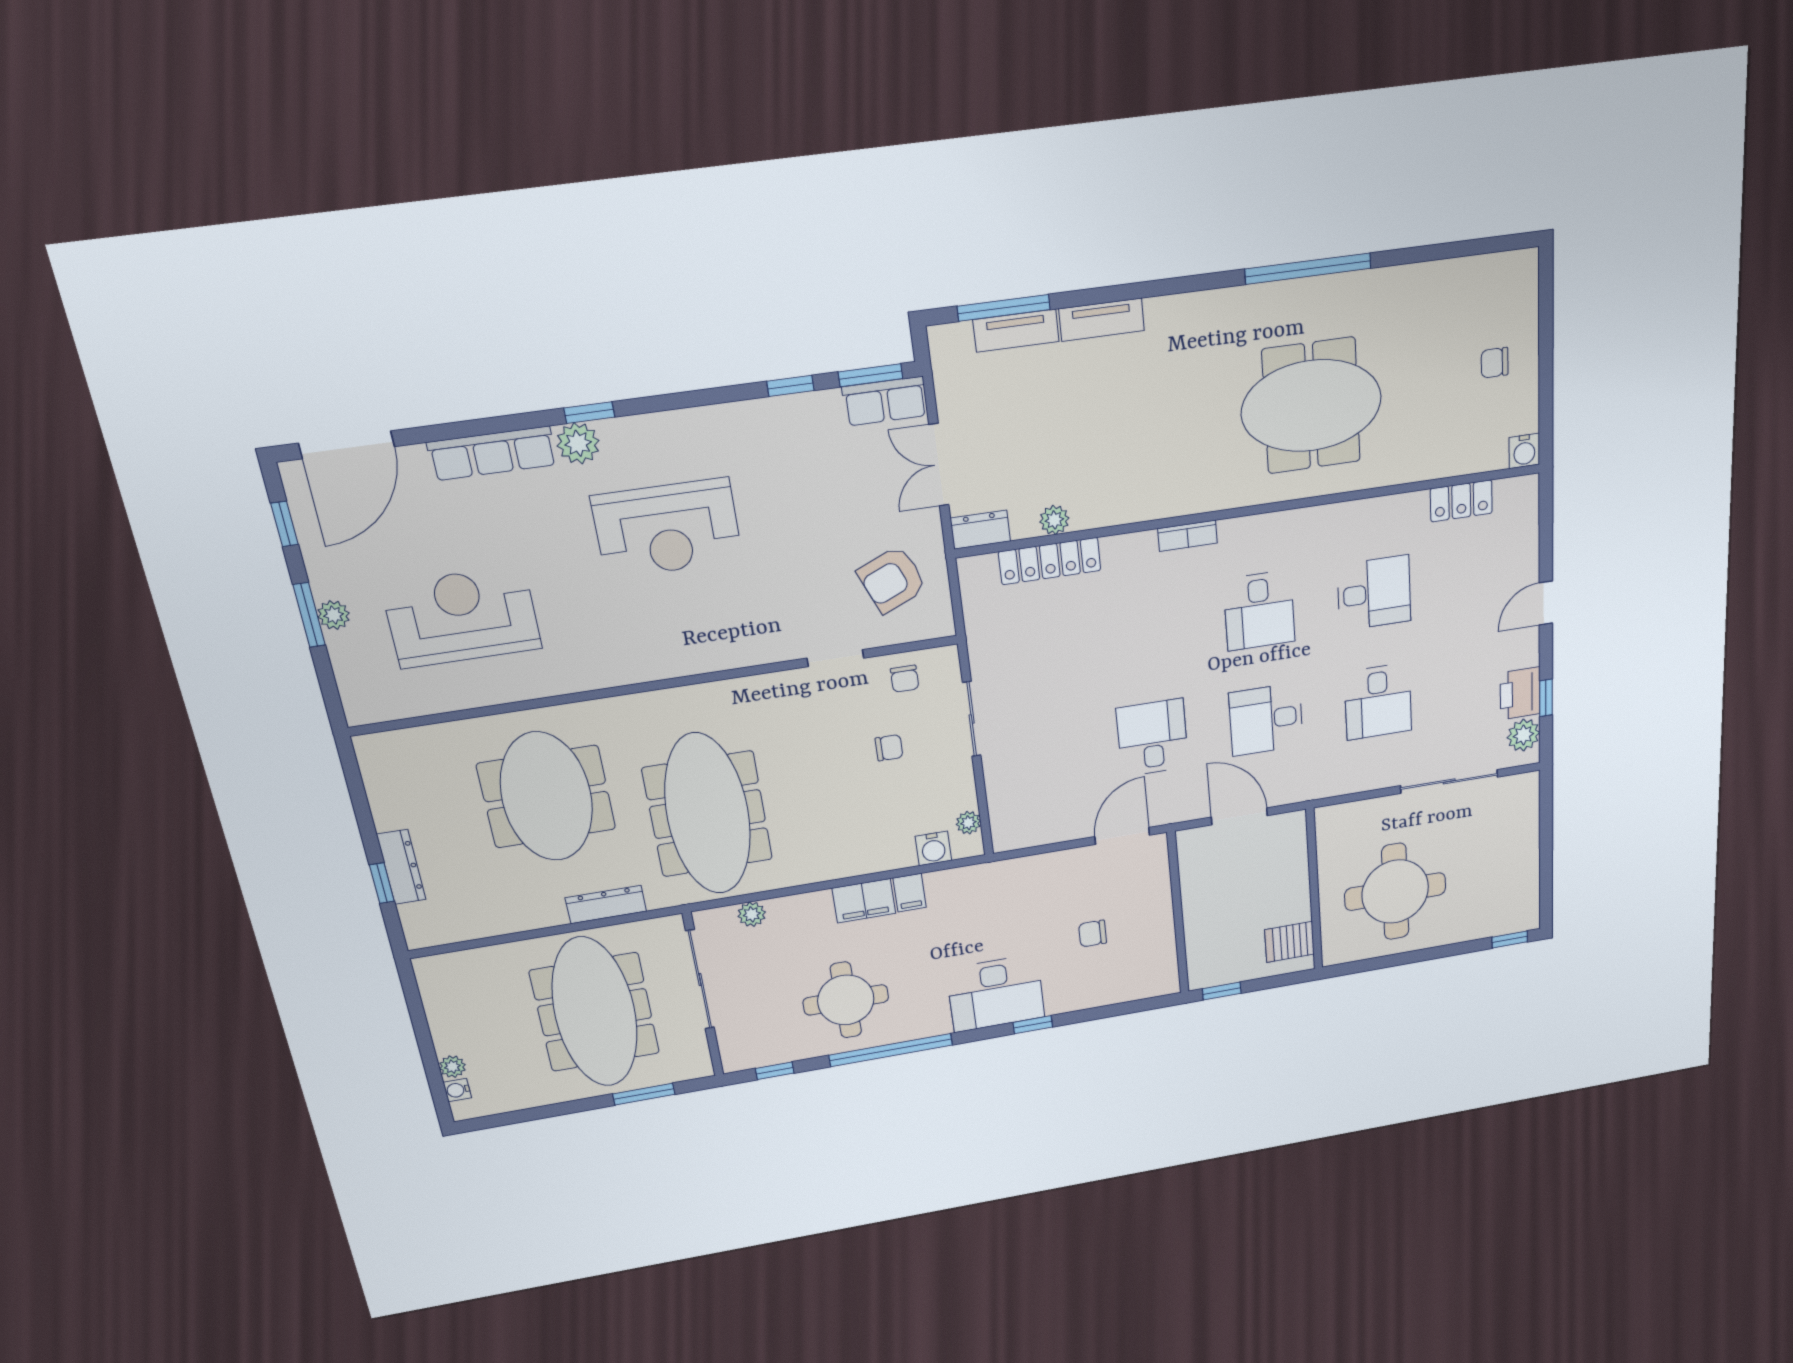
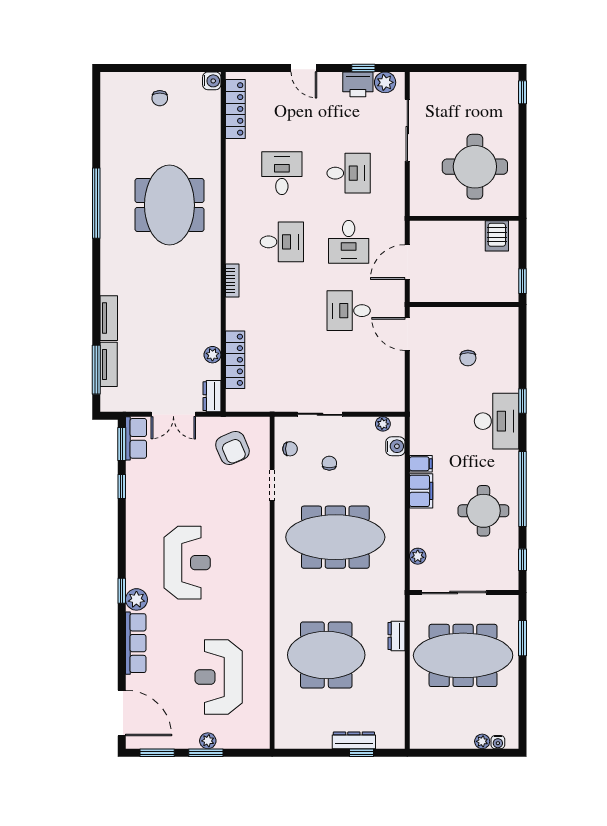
locker: (1461, 501) -> (235, 109), width x1.53
window: (285, 524) -> (157, 753), width x1.50
meeting table: (708, 814) -> (335, 537), moved
dresser: (606, 904) -> (397, 636), width x0.70

